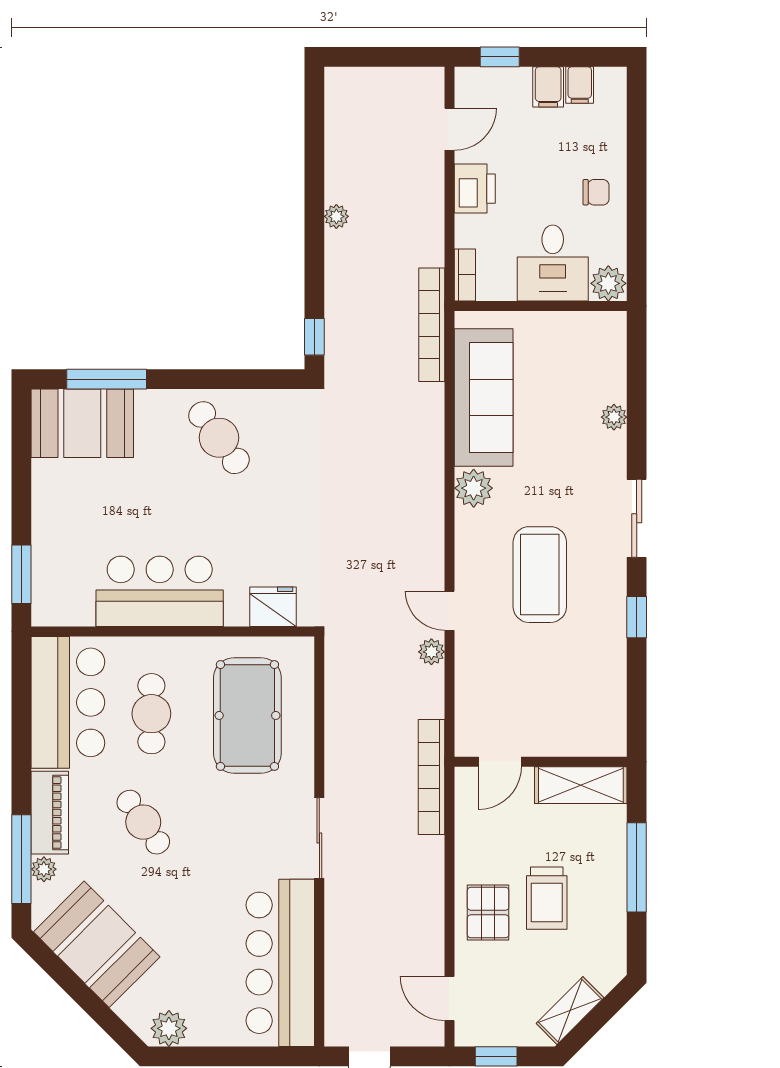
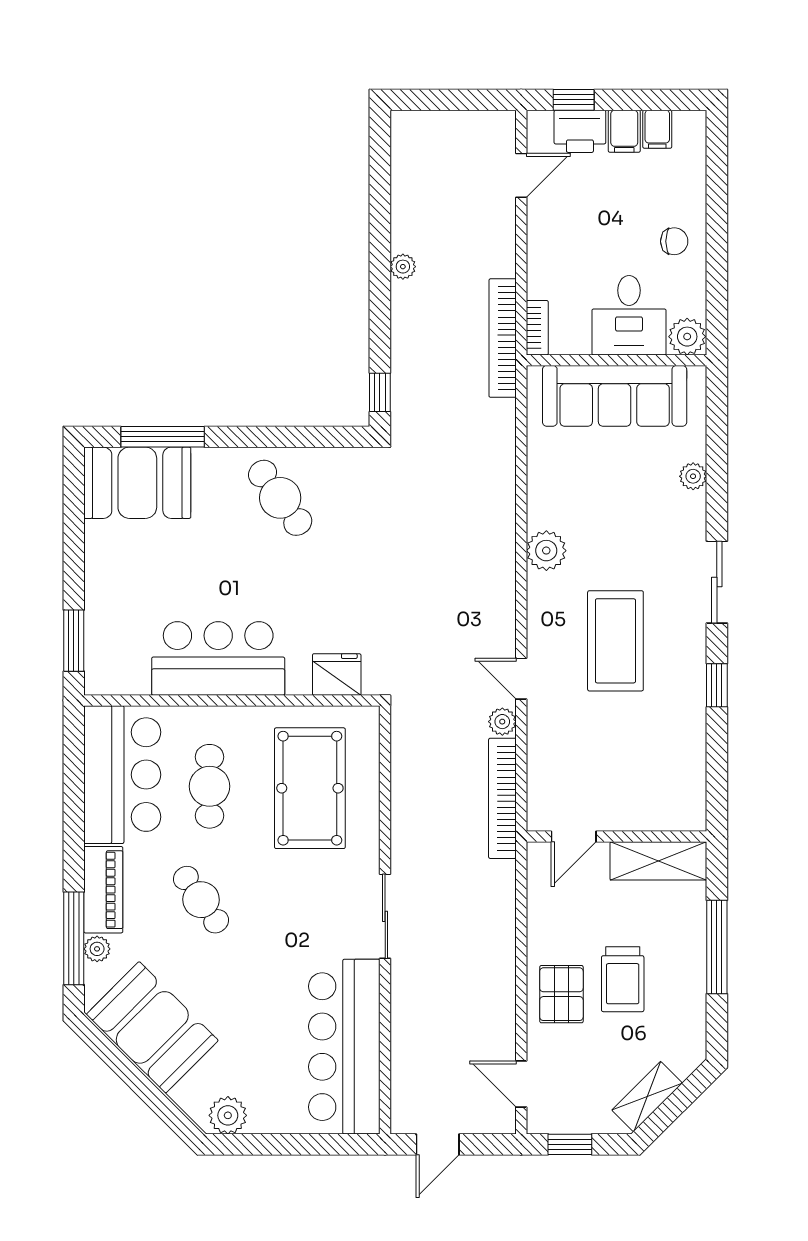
printer: (475, 189) -> (580, 131), moved, turned 90
bookcase: (432, 325) -> (503, 338), moved
sofa: (484, 398) -> (615, 396), moved, turned 90
bookcase: (432, 777) -> (502, 798), moved

